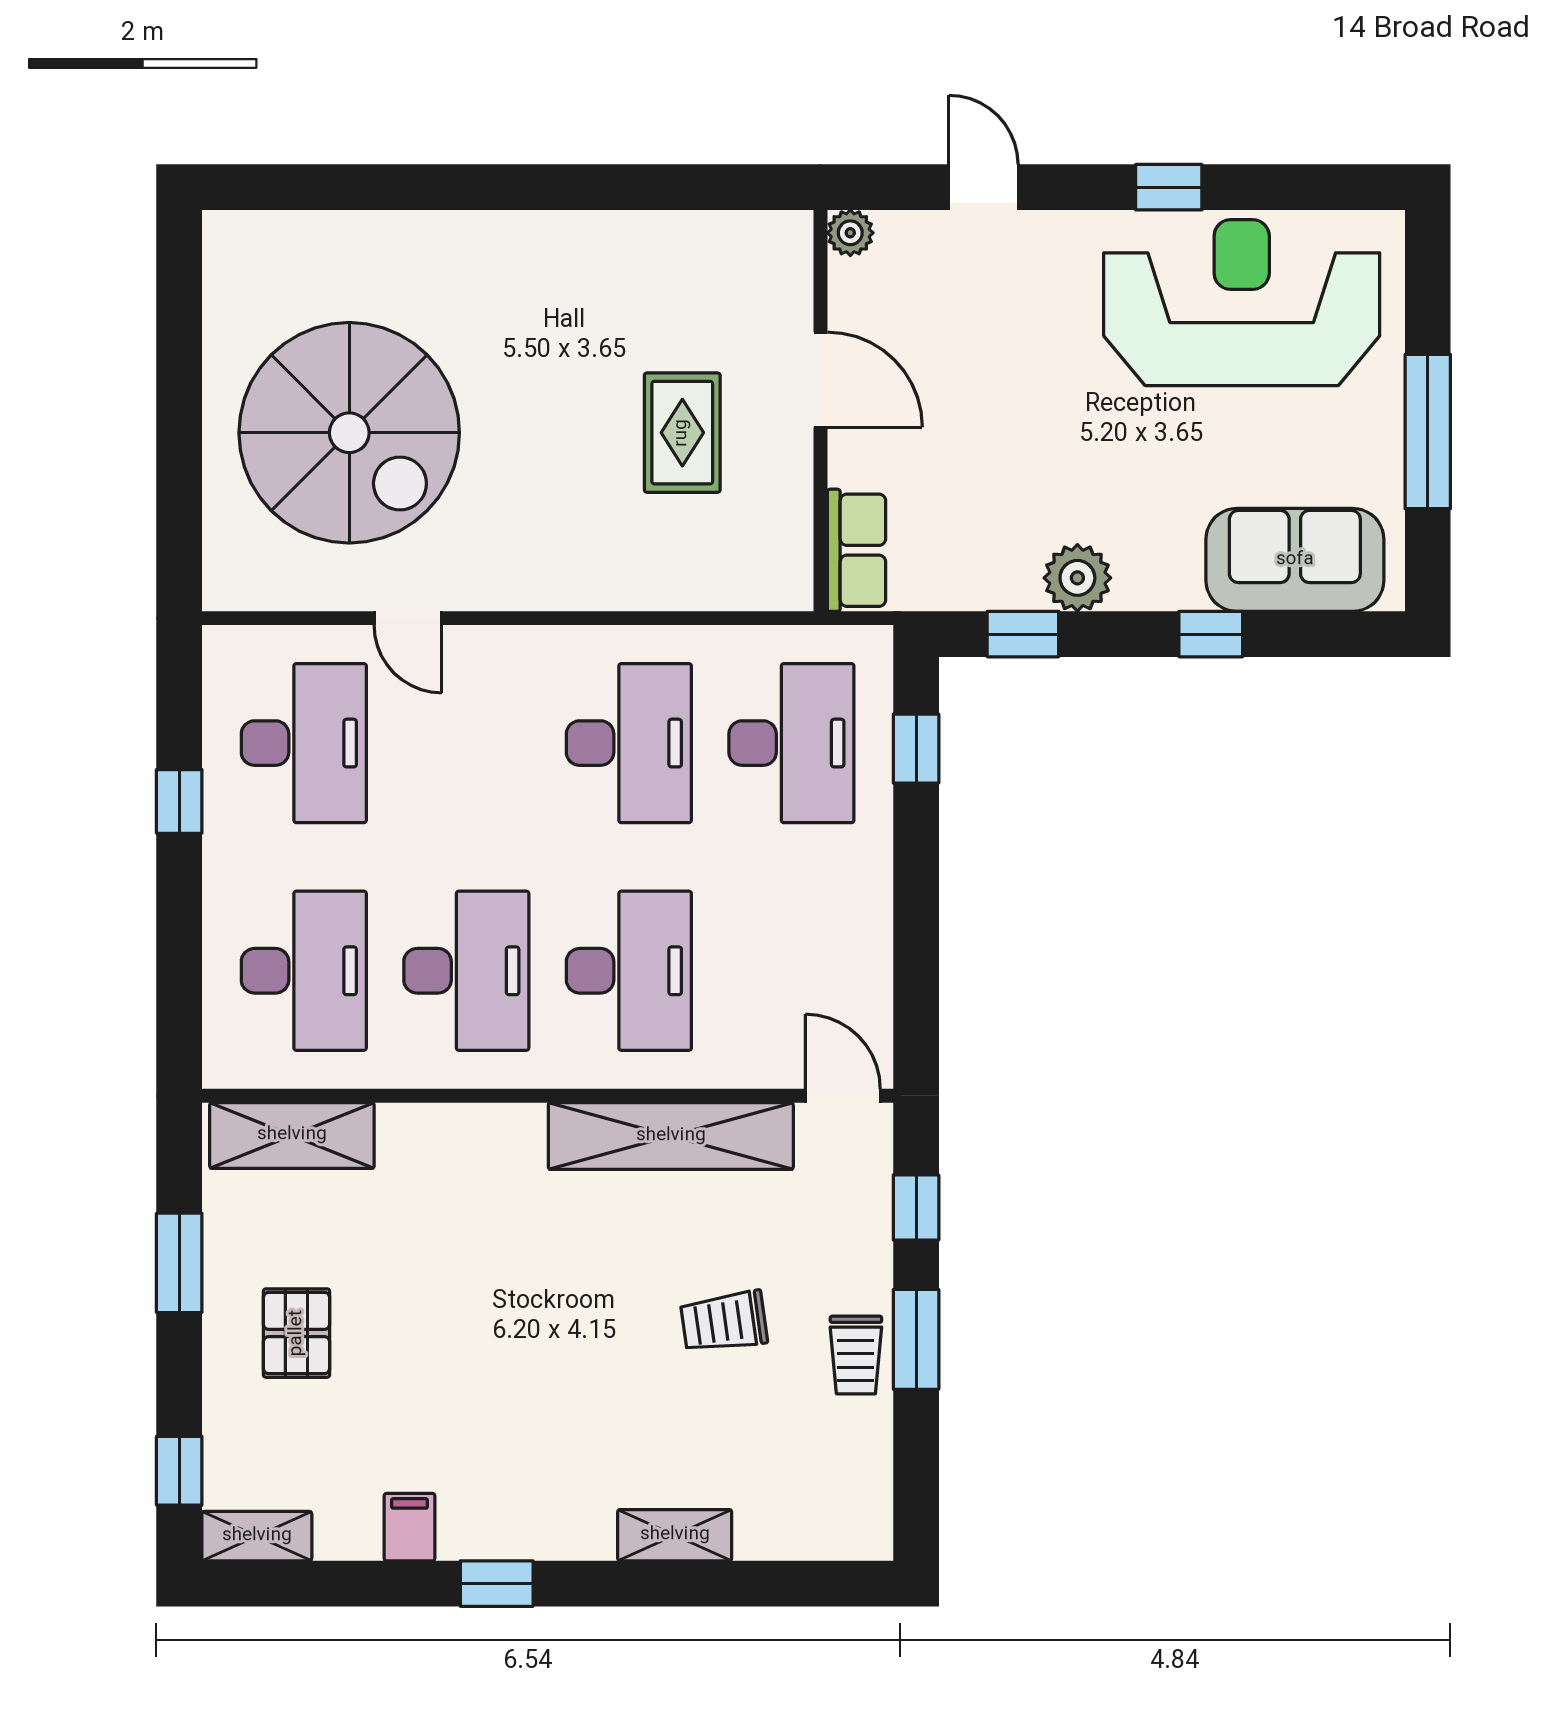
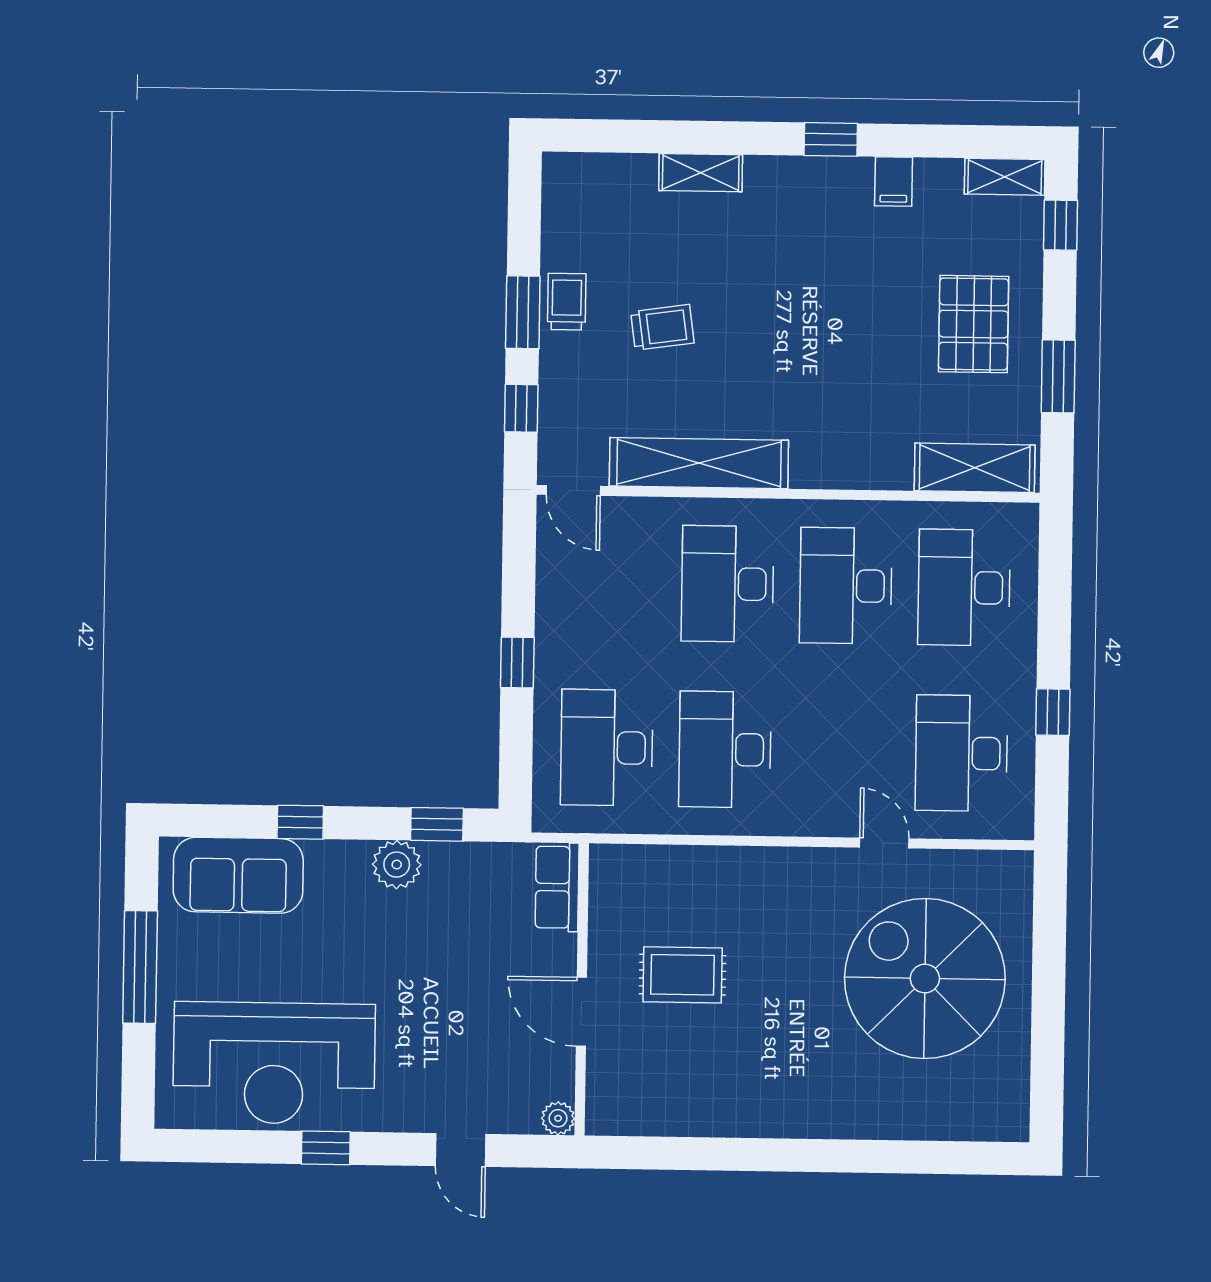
rug: (682, 433) -> (683, 975), turned 90
window: (916, 749) -> (517, 663), moved
pallet: (297, 1333) -> (974, 324), width x1.50, depth x1.42

